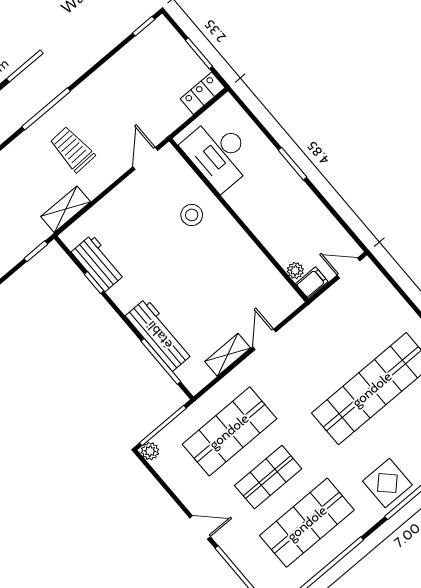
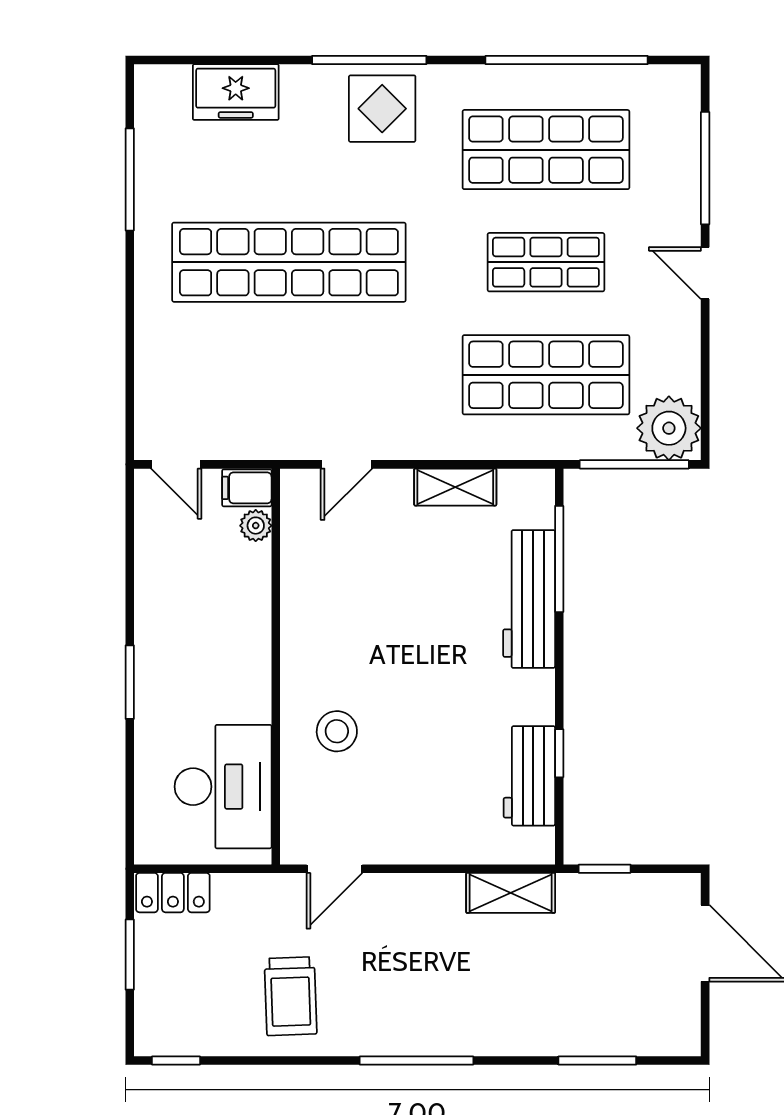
trolley: (72, 149) -> (291, 996), moved
door: (264, 339) -> (346, 464), moved
plant: (150, 451) -> (669, 428), width x1.87, depth x1.87

